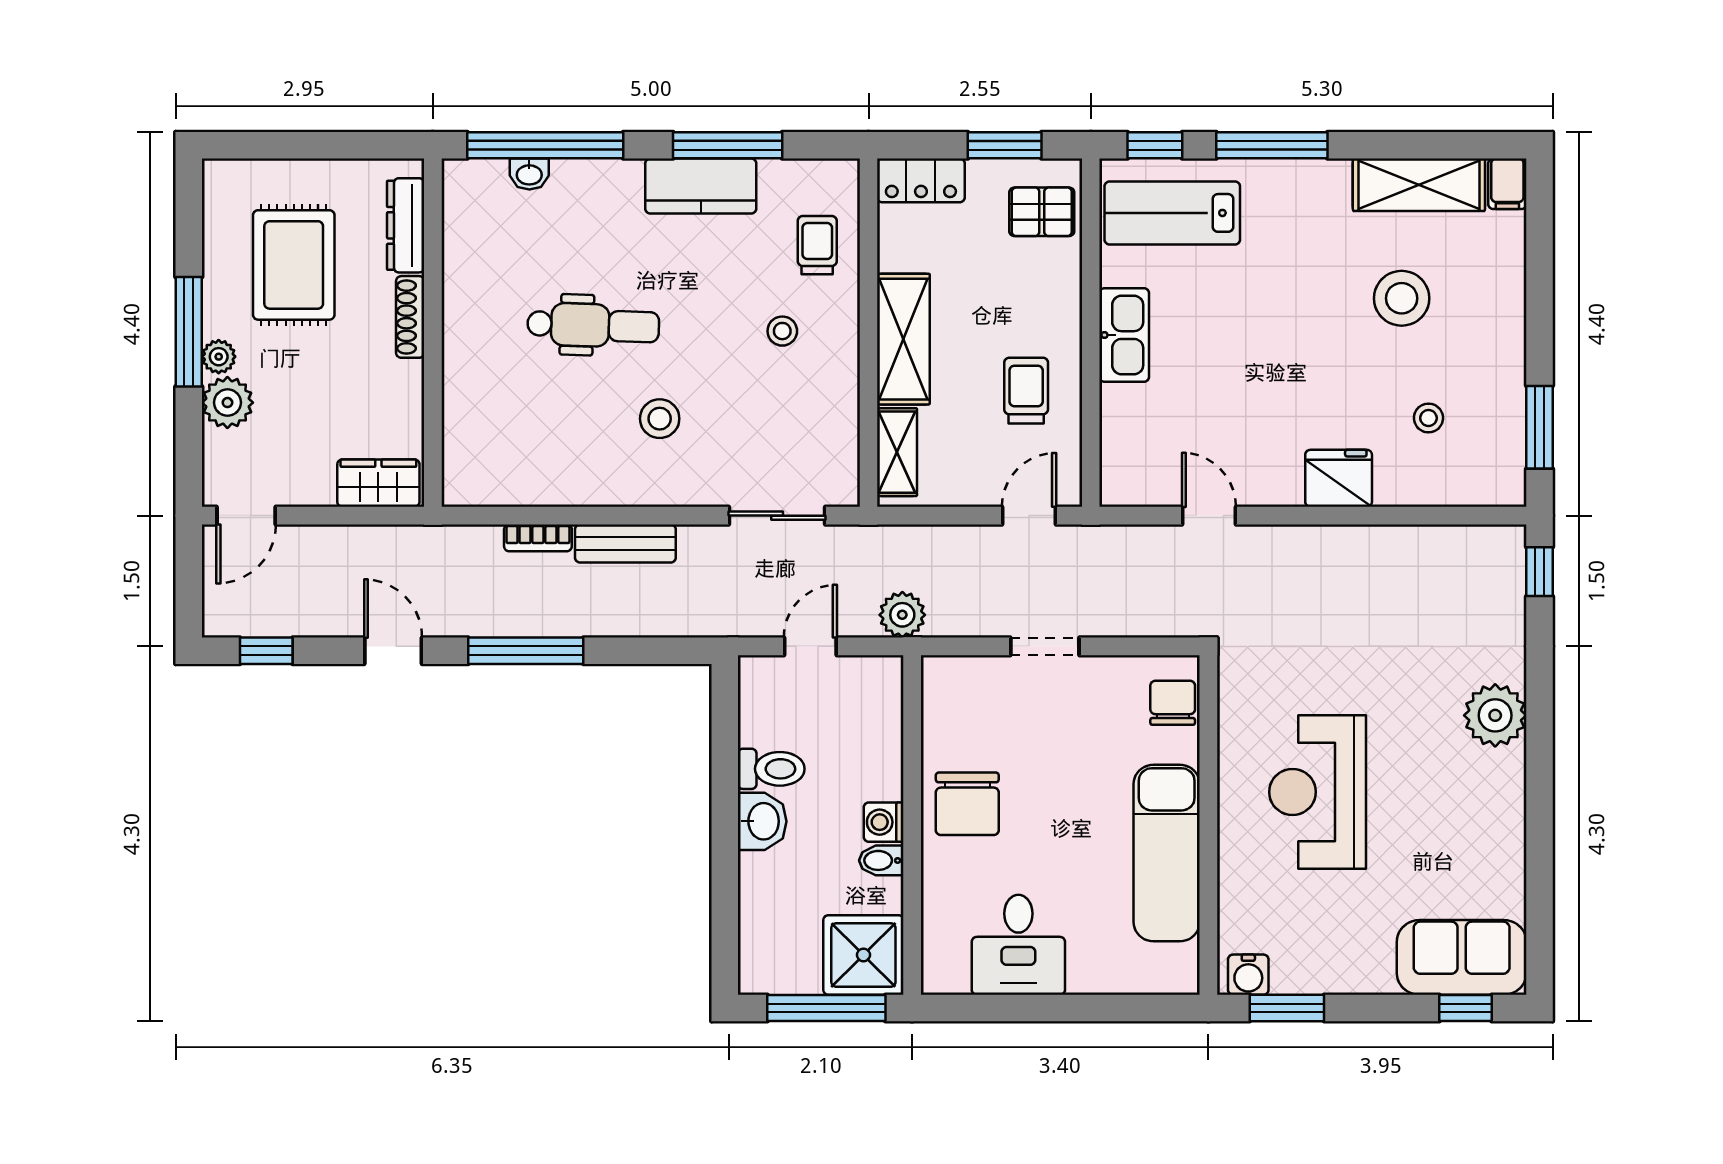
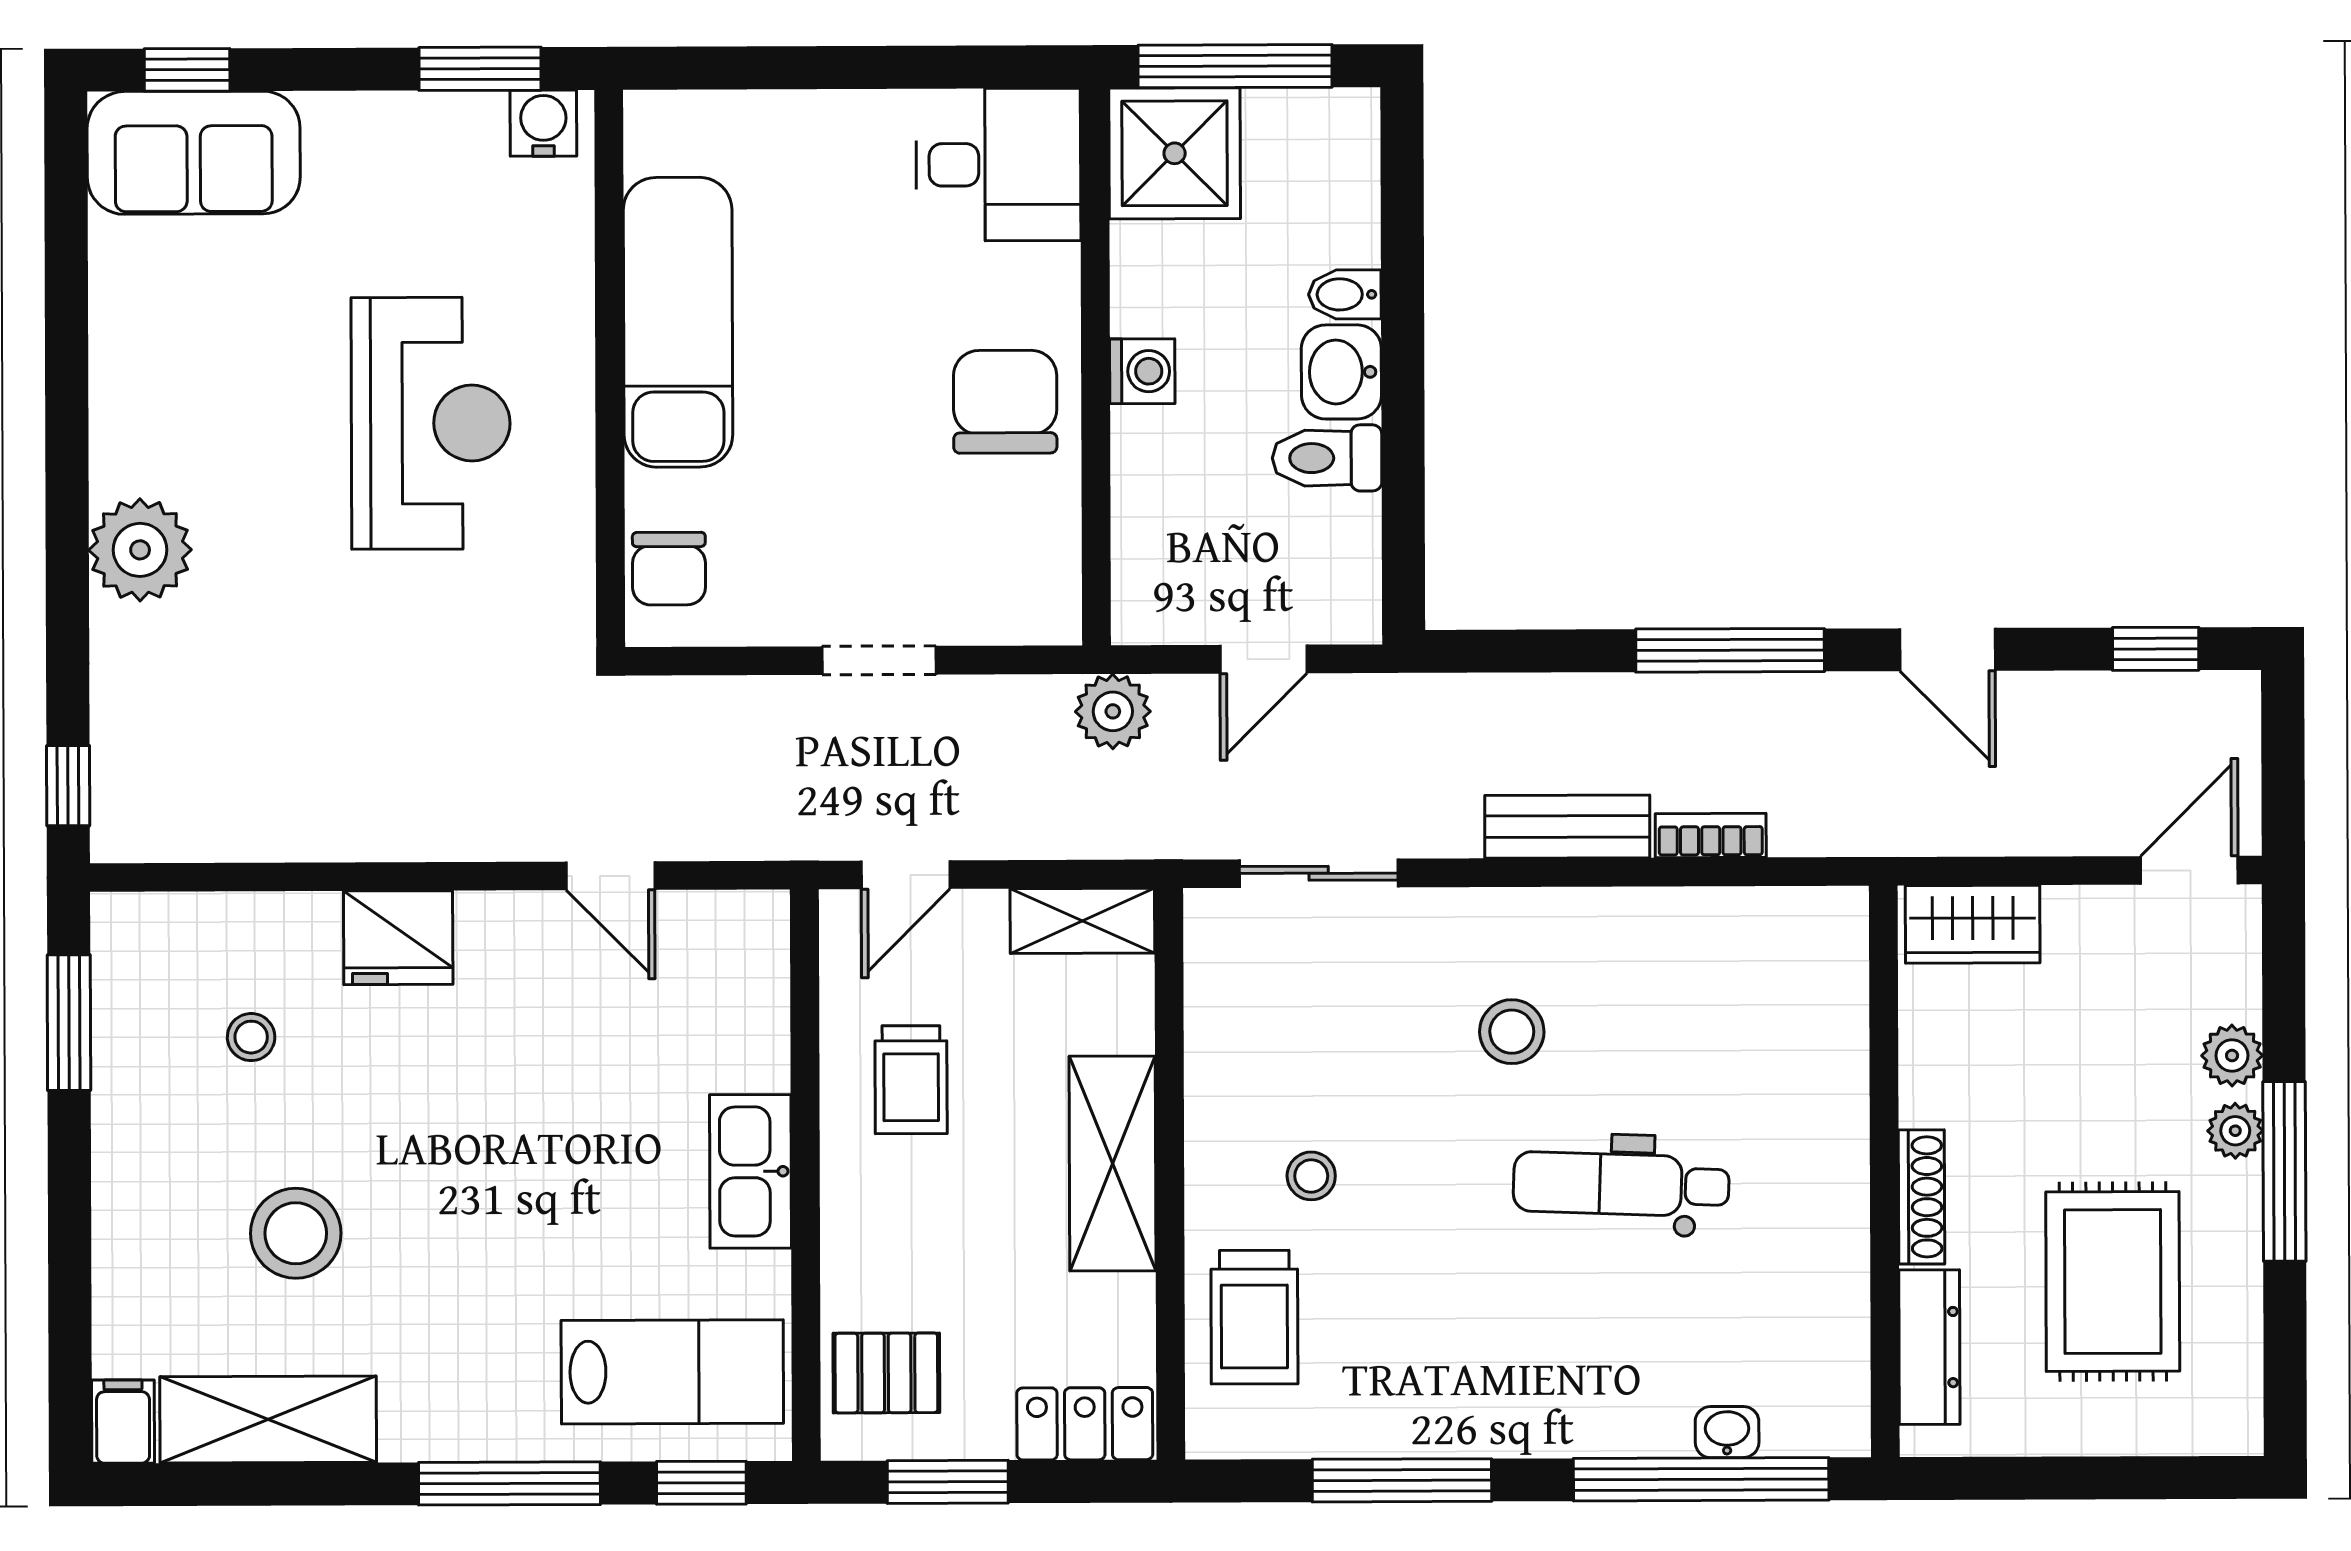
kitchen counter: (701, 186) -> (1446, 1413), removed
trolley: (817, 245) -> (1254, 1317), width x1.36, depth x1.39
plant: (227, 403) -> (2232, 1056), width x0.73, depth x0.73
shelving: (897, 452) -> (1082, 921), moved, turned 90
bidet: (881, 860) -> (1345, 294), moved, turned 180
desk: (1018, 945) -> (998, 165), moved, turned 90

